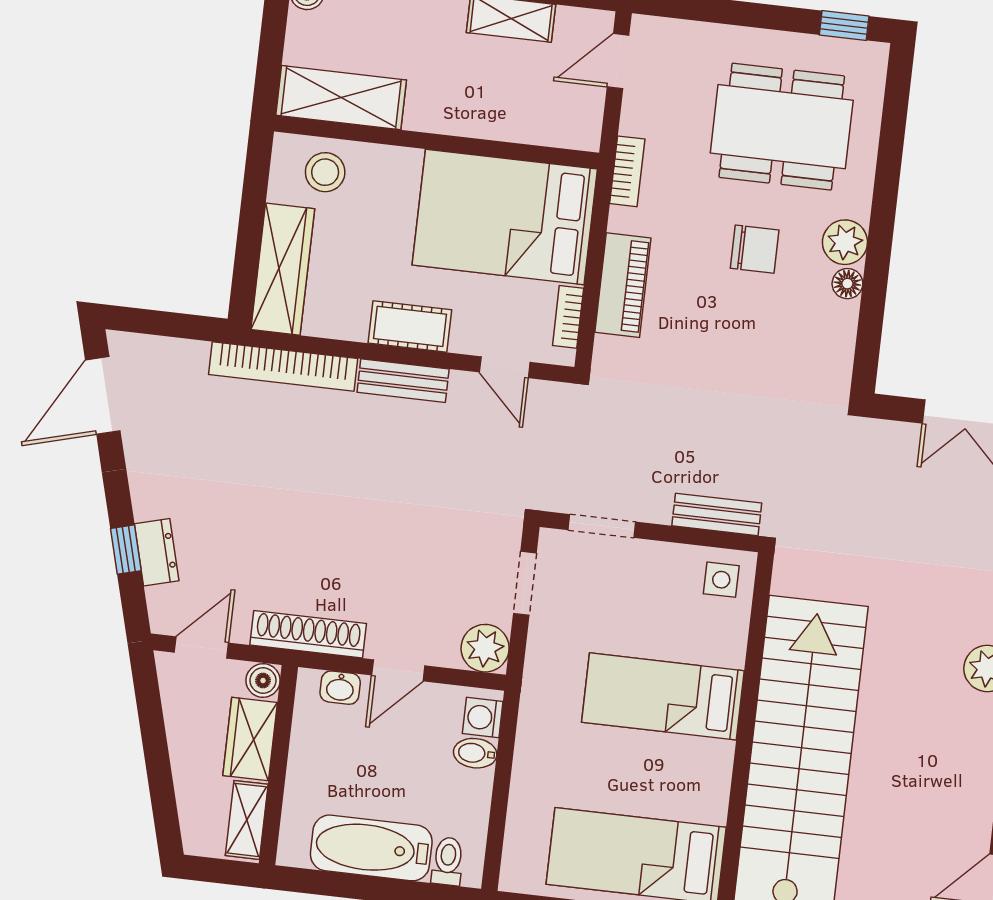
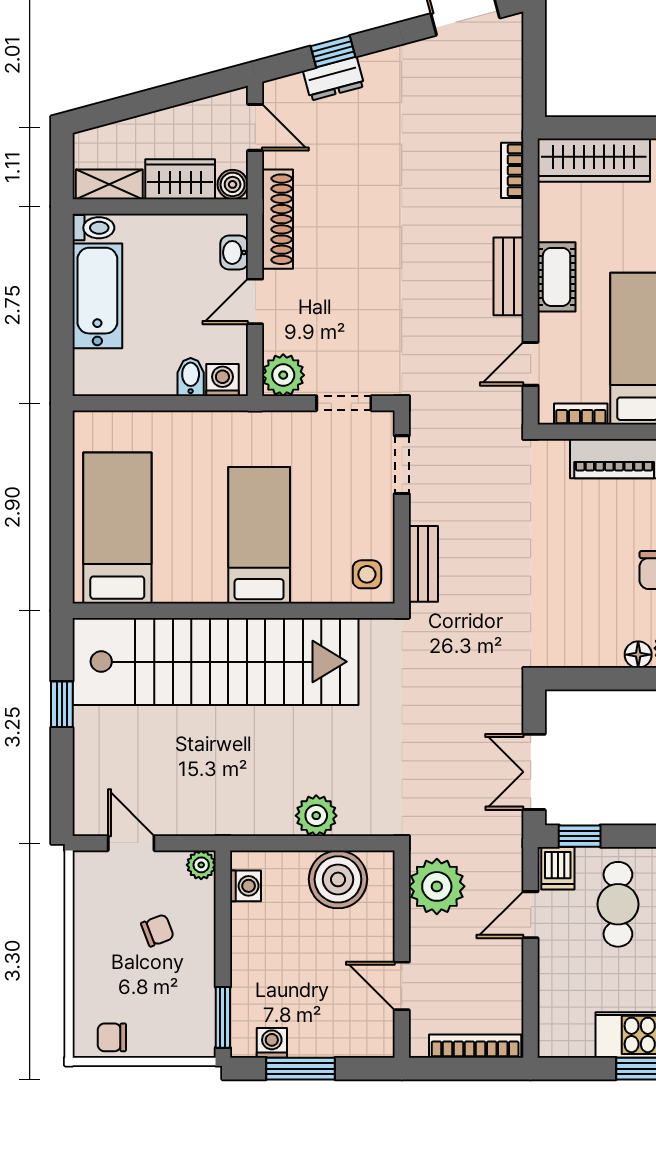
bookcase: (283, 366) -> (512, 170), width x0.43, depth x0.76
door: (398, 670) -> (255, 301), hinge flipped
toilet: (448, 861) -> (93, 228), moved

